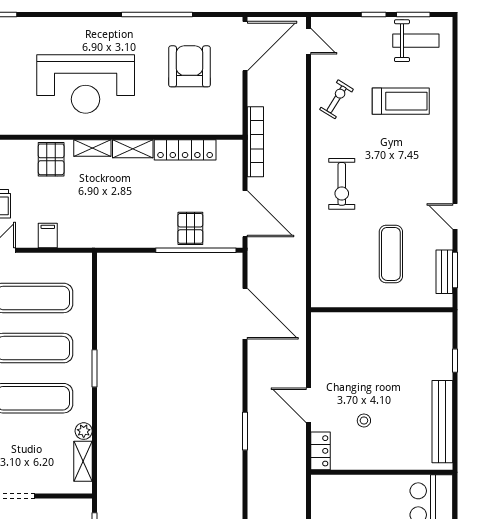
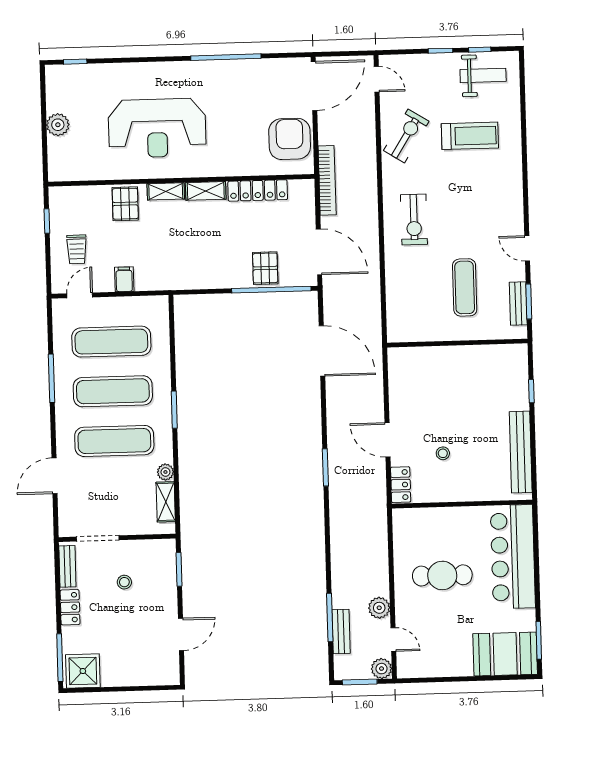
window: (413, 14) -> (480, 50), width x0.67
armchair: (189, 66) -> (290, 139), moved
exercise bike: (337, 99) -> (406, 136), width x1.38, depth x1.39

